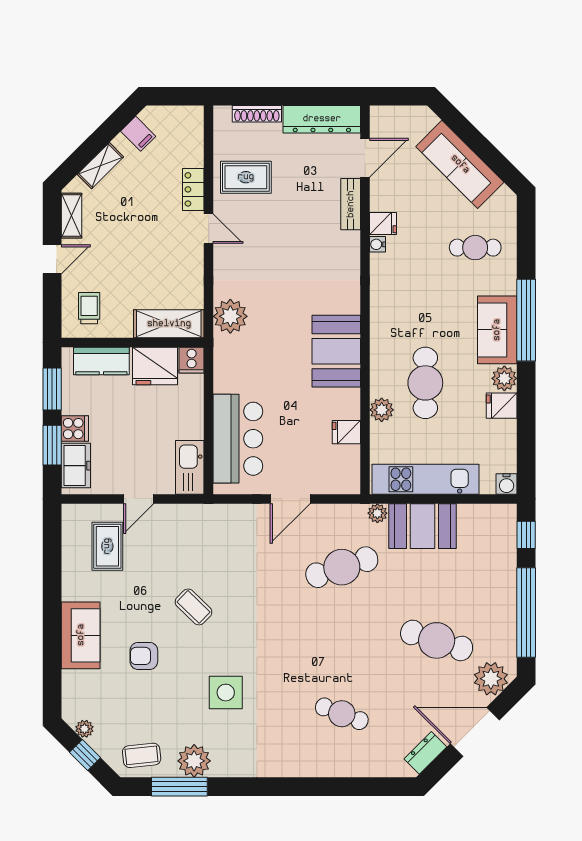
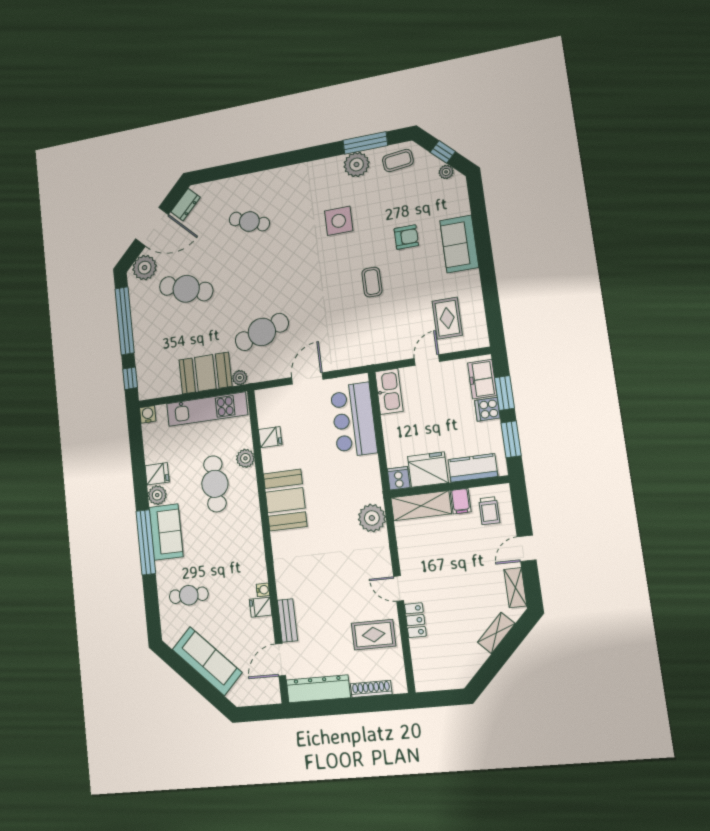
filing cabinet: (138, 134) -> (461, 501), moved, turned -135
coffee table: (193, 607) -> (372, 282), turned 46

